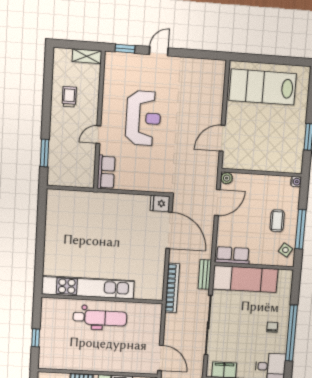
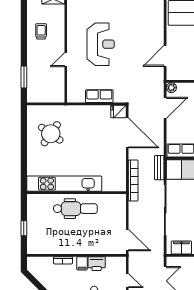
row of seats: (106, 172) -> (99, 96), moved, turned -90
round table: (75, 226) -> (51, 134), added

